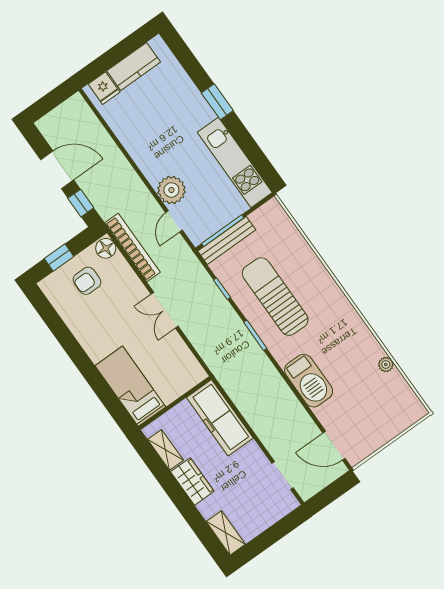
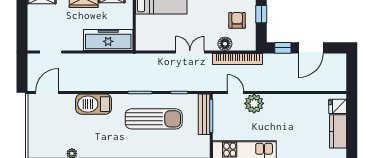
floor lamp: (106, 248) -> (225, 44), moved

